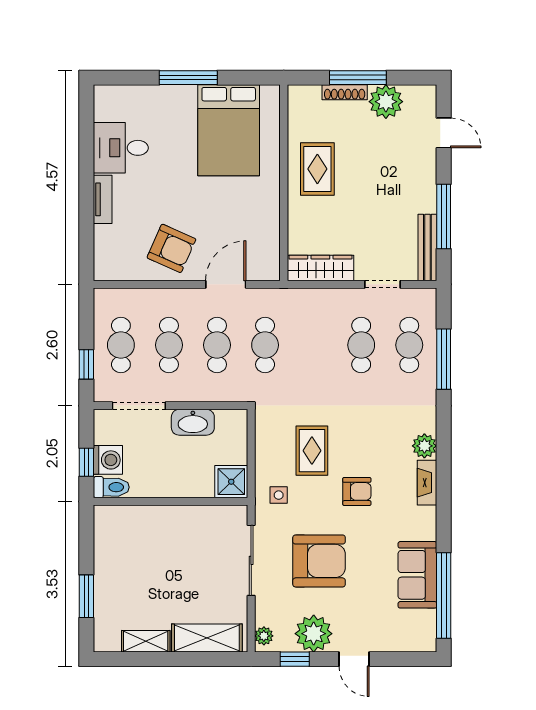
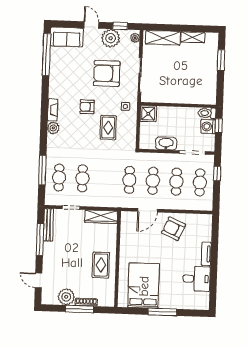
sofa: (417, 575) -> (67, 37), moved, turned 90

